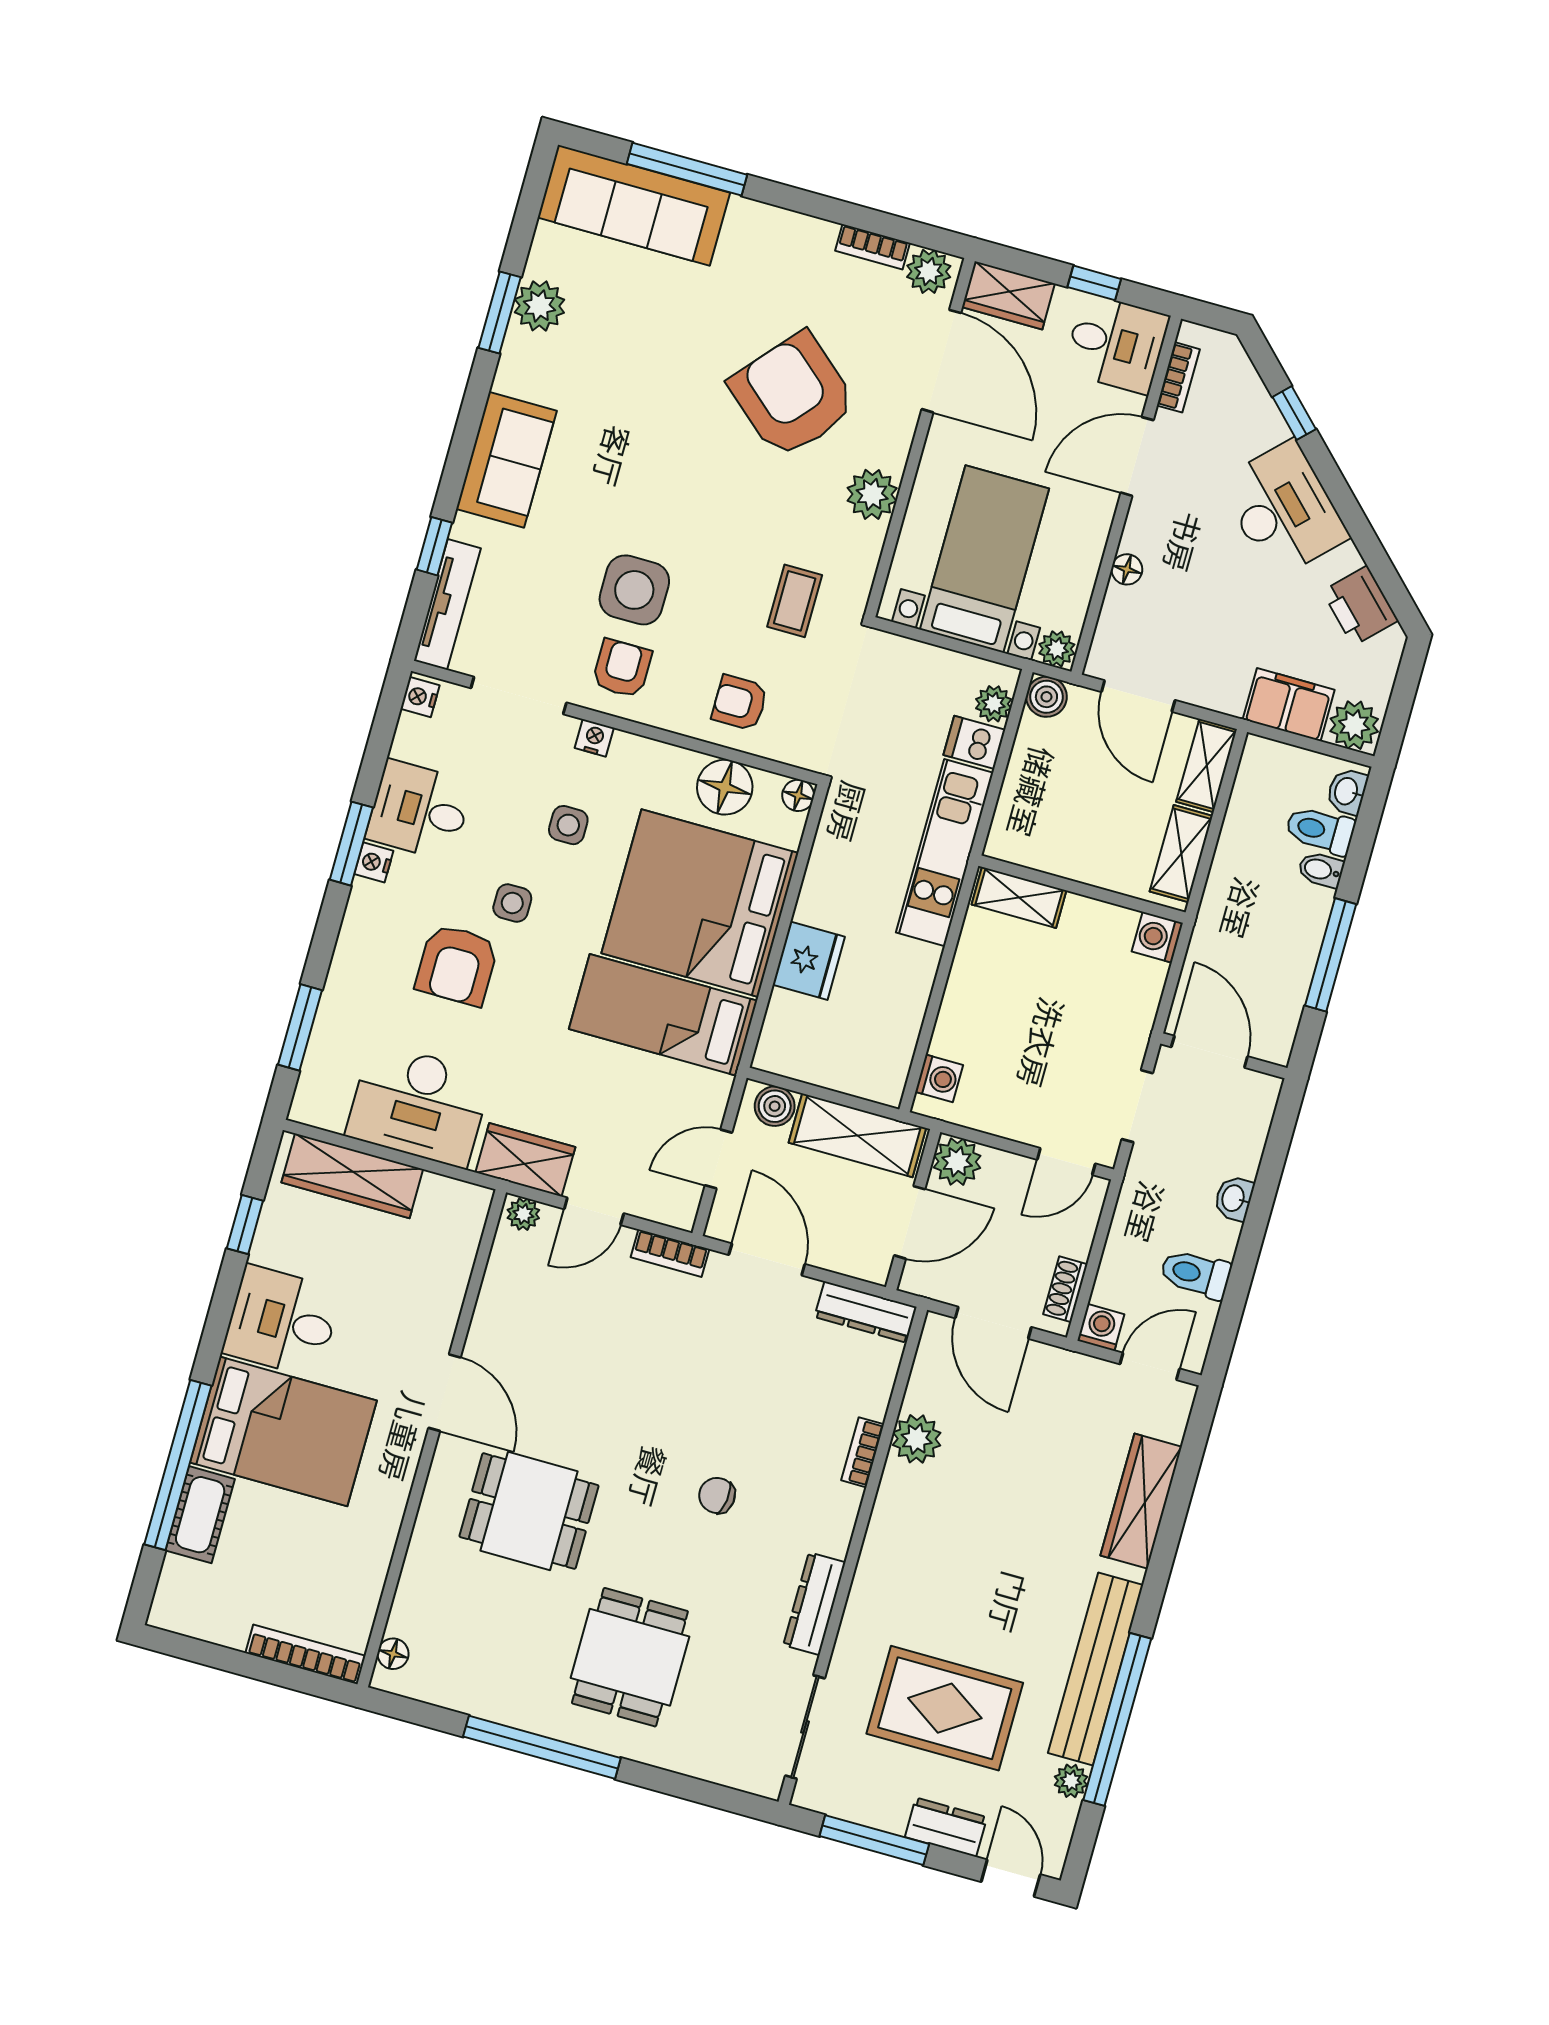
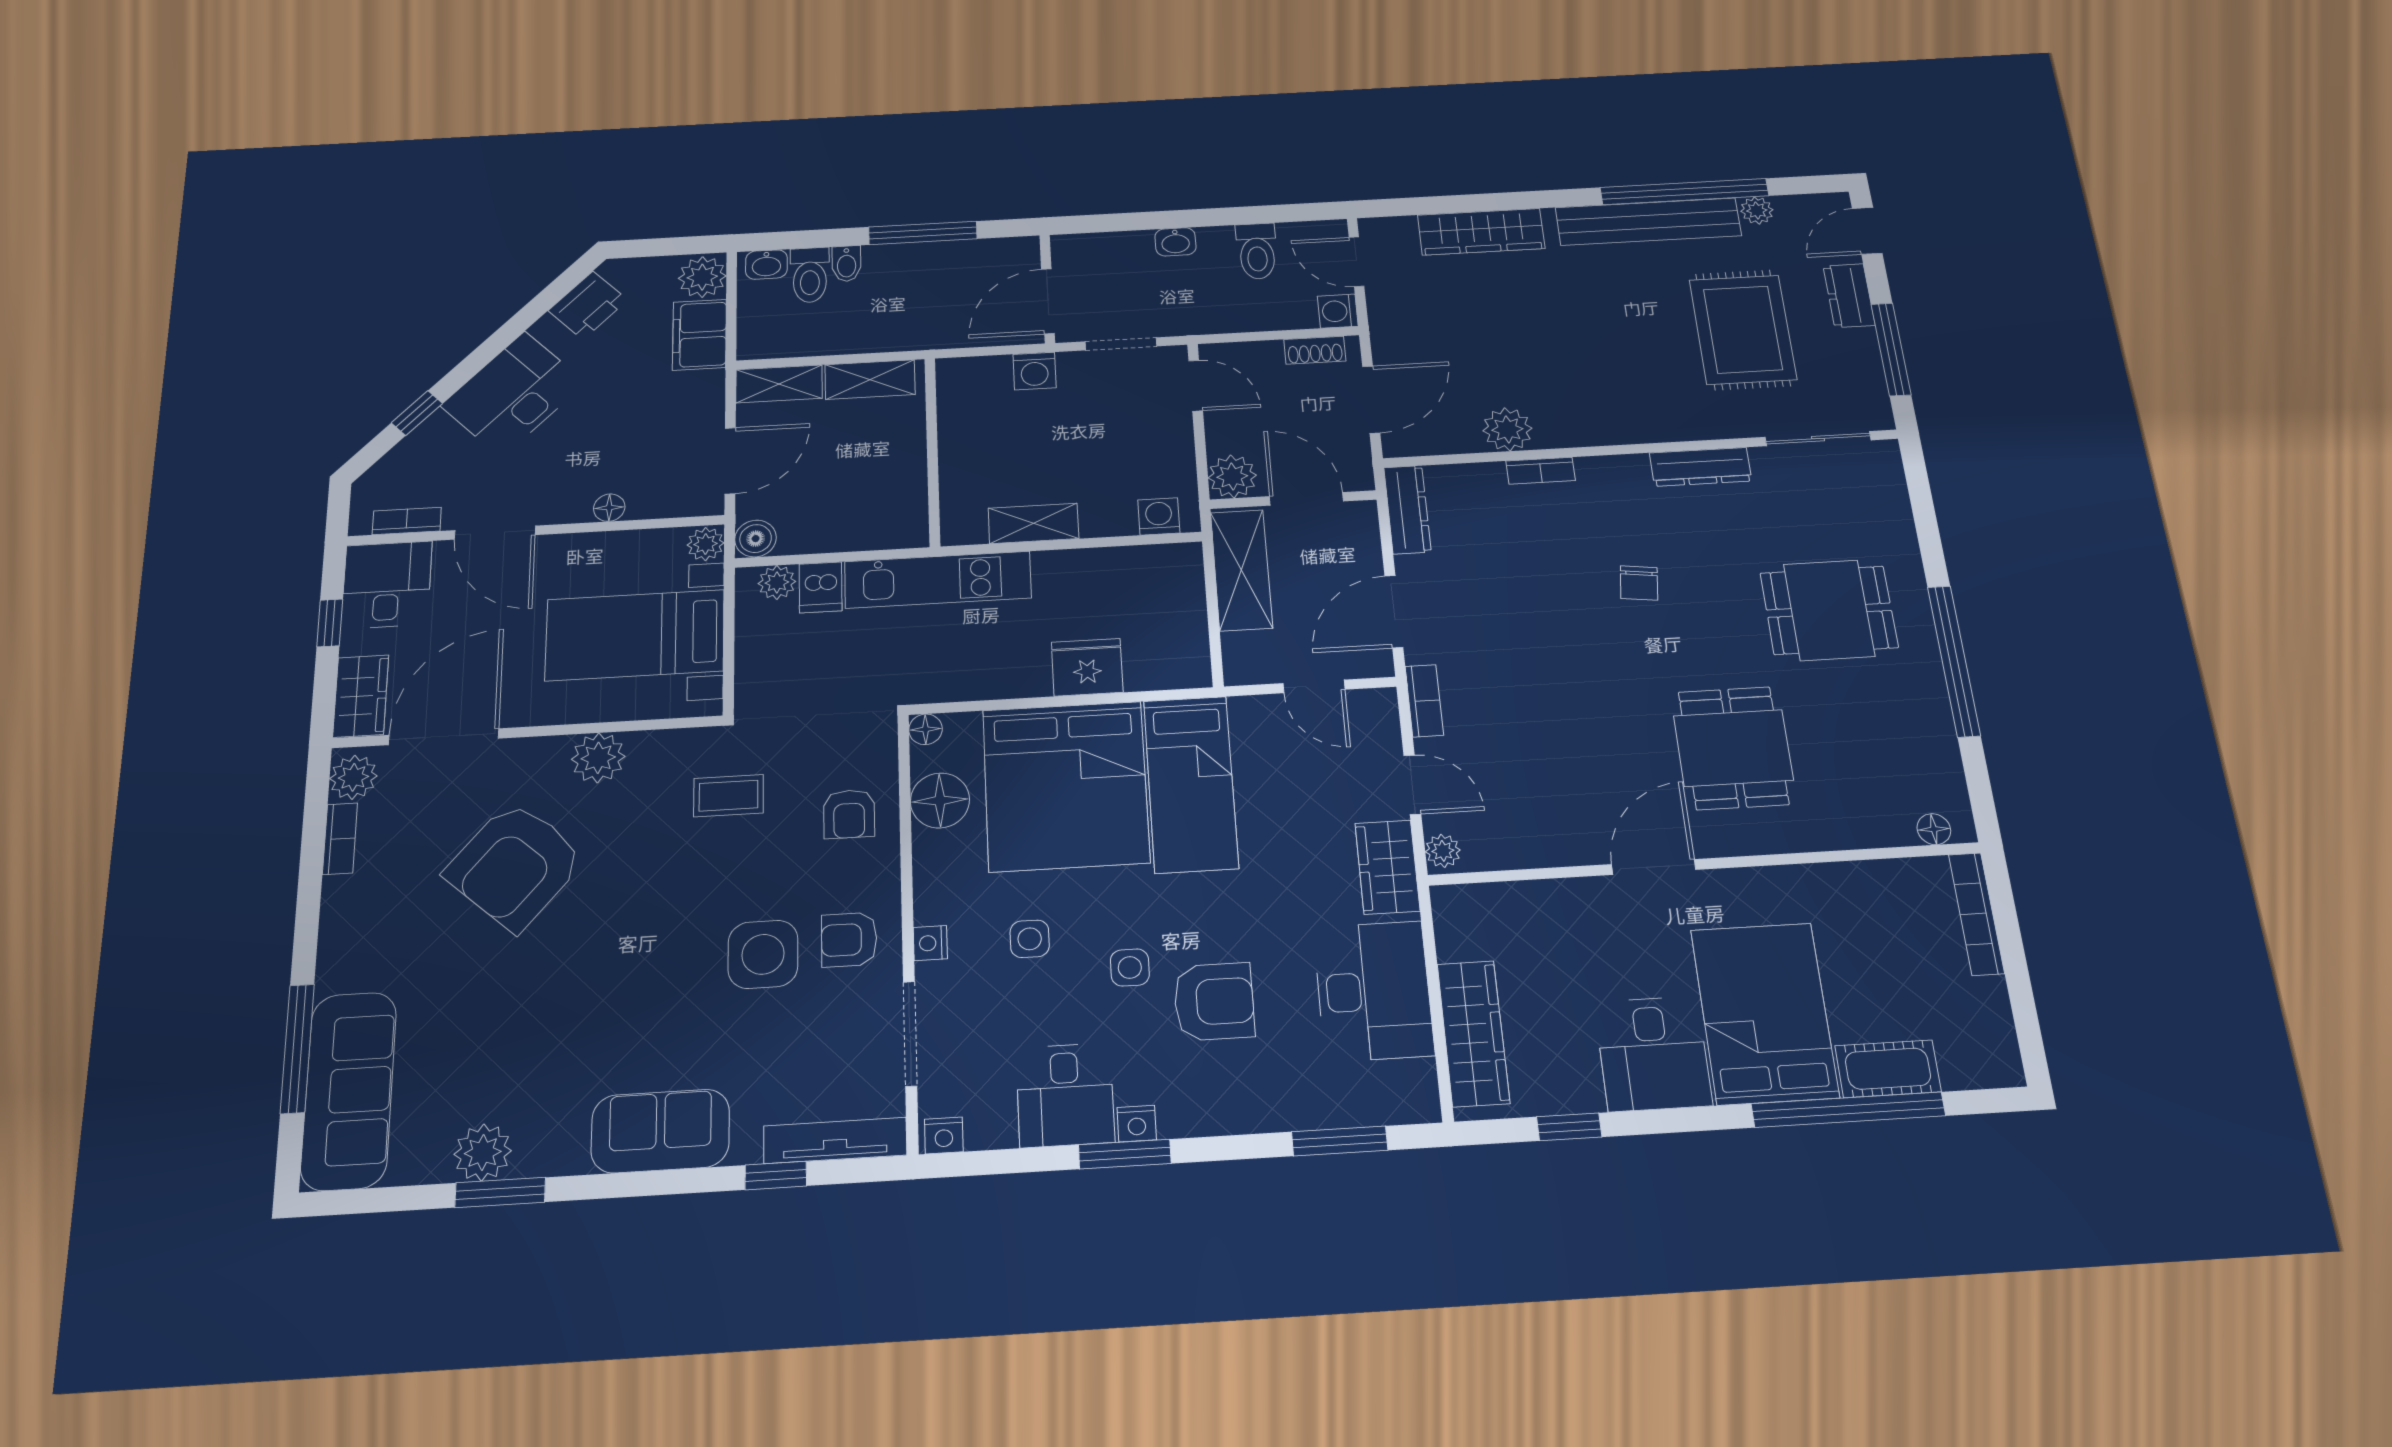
shelving: (1019, 897) -> (1033, 523), moved, turned 90
washing machine: (1157, 937) -> (1035, 371), moved
boiler: (775, 1106) -> (1242, 652), removed

